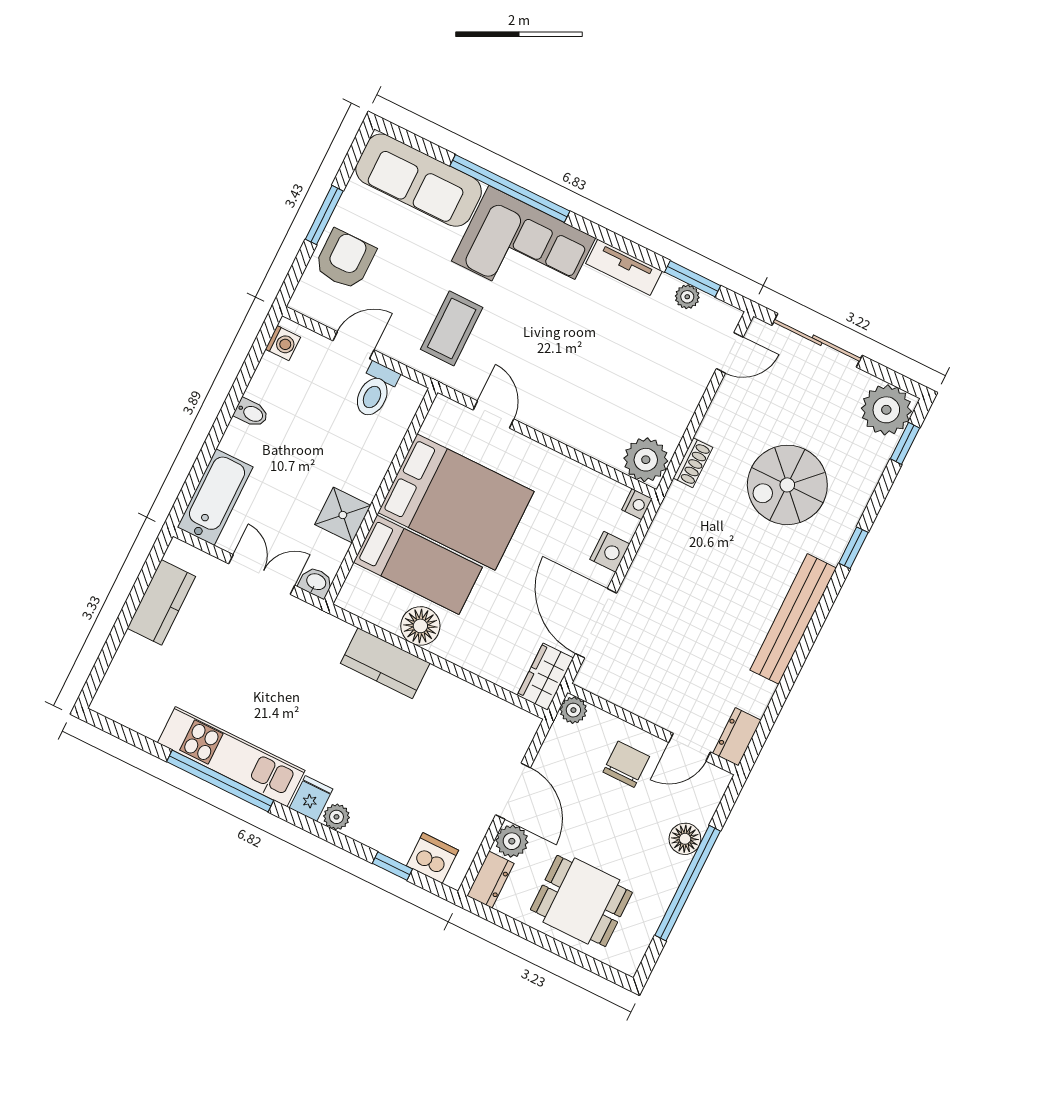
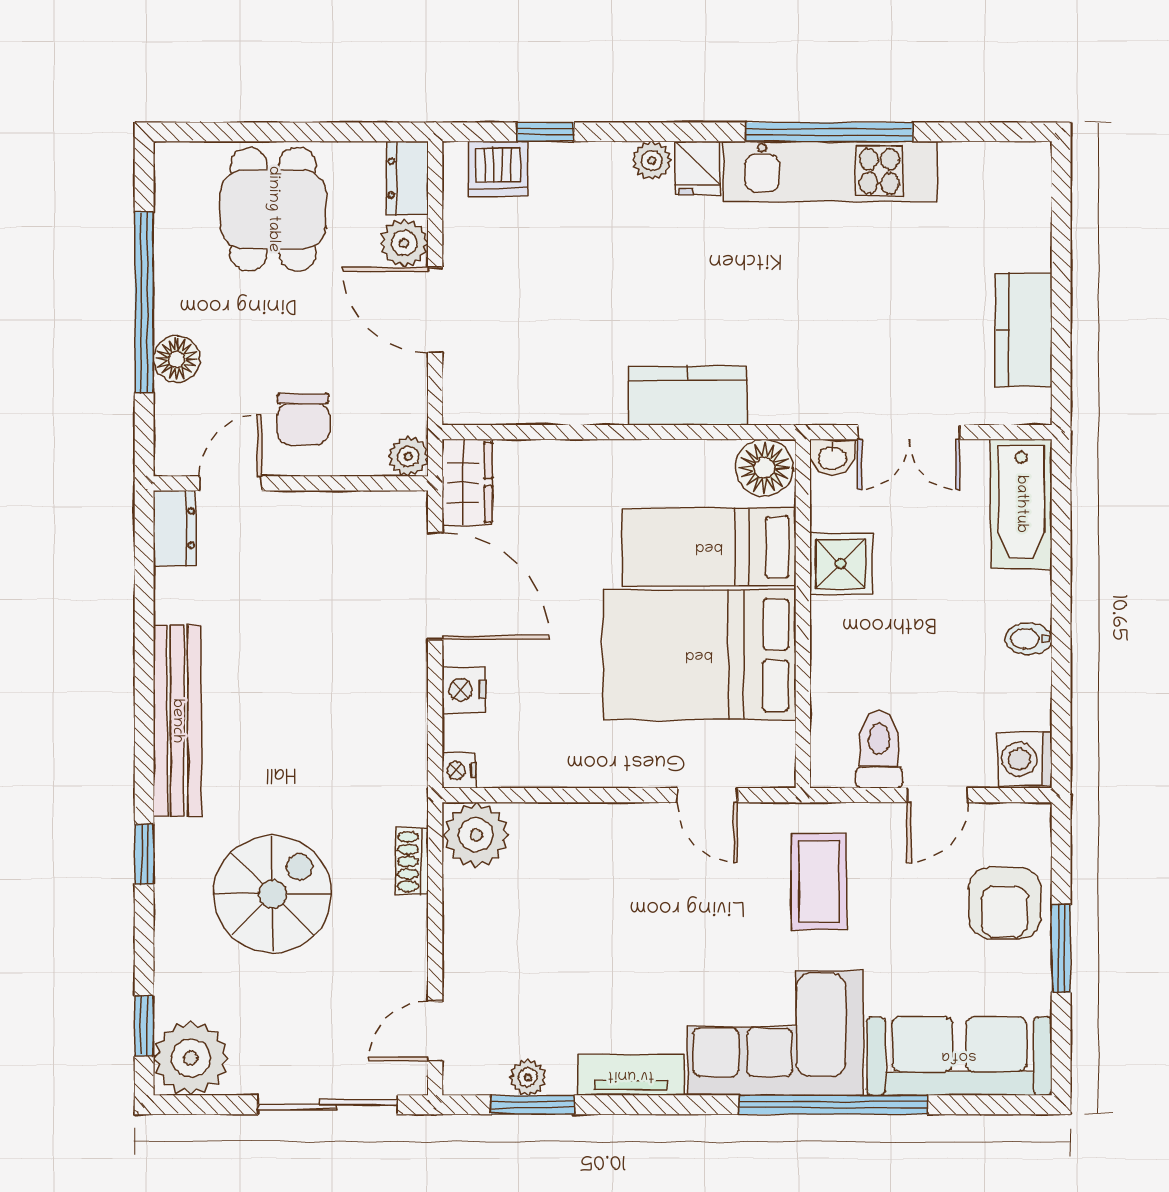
washing machine: (283, 343) -> (1025, 759), width x1.38, depth x1.38
floor lamp: (420, 626) -> (764, 468), moved
dining table: (581, 901) -> (273, 209), turned 90

